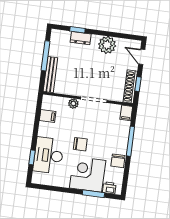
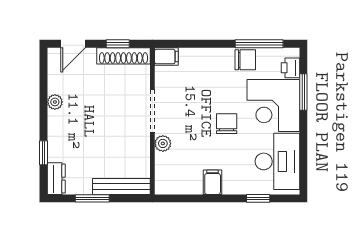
dresser: (81, 38) -> (56, 179), moved
plant: (107, 45) -> (55, 102), width x0.53, depth x0.53
window: (46, 56) -> (92, 198), width x0.69
filing cabinet: (48, 116) -> (213, 182), moved
window: (130, 141) -> (259, 44), moved
desk: (48, 155) -> (277, 161), moved, turned -90

